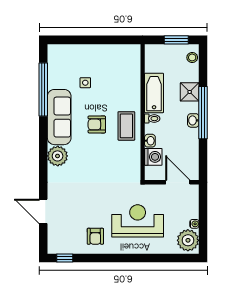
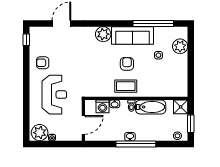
plant: (74, 54) -> (180, 46), added
shower: (190, 92) -> (181, 107), moved

